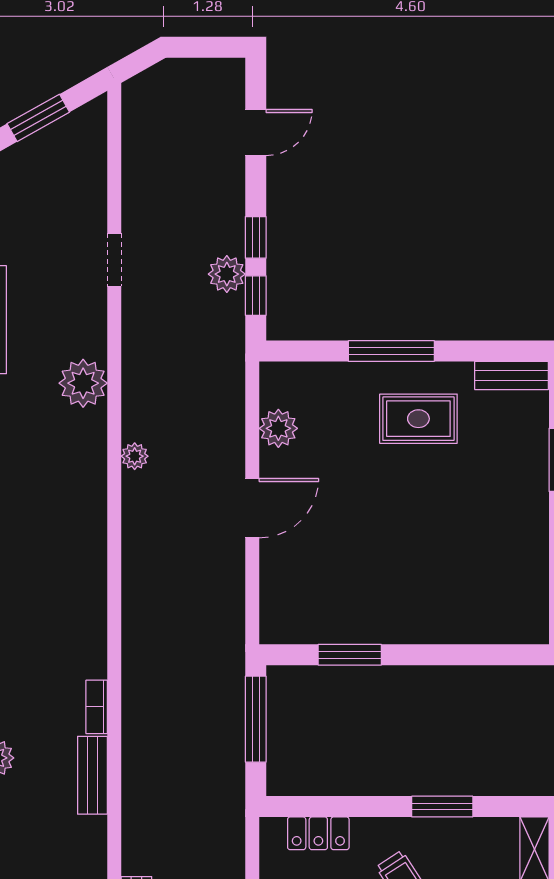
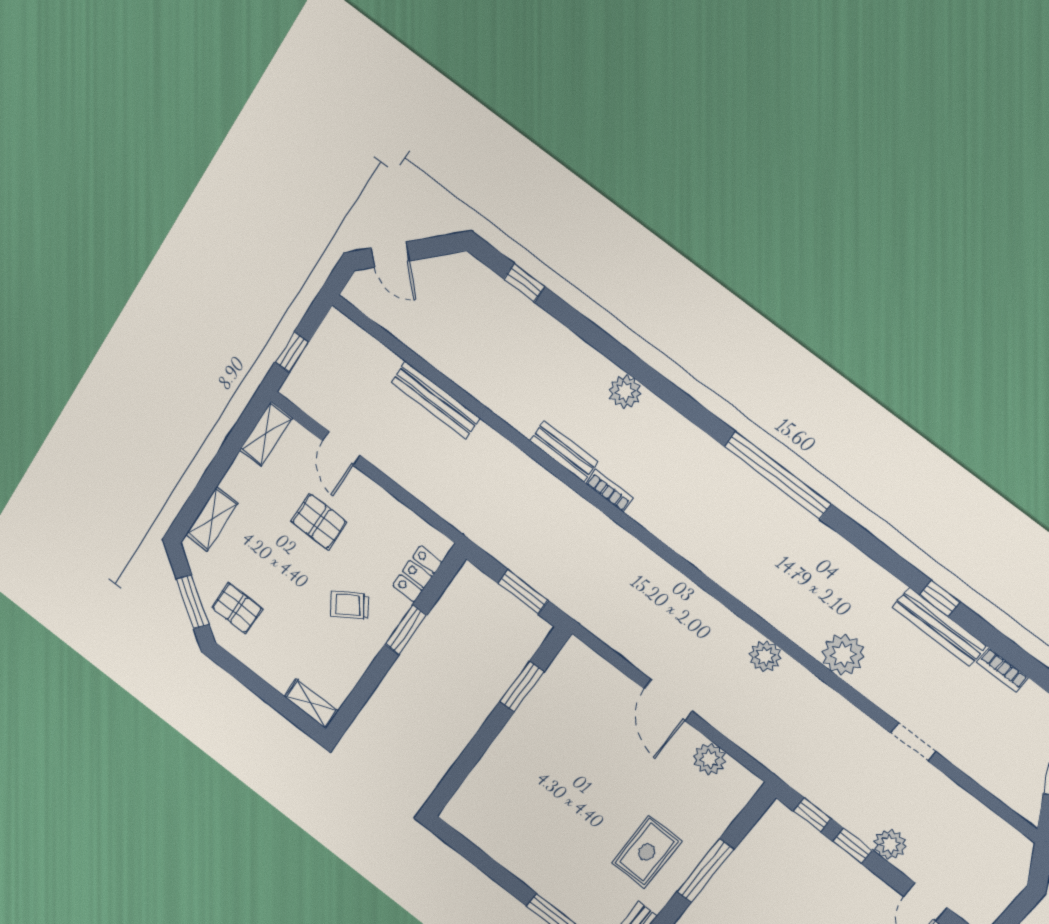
plant: (227, 274) -> (890, 844), moved
plant: (135, 456) -> (765, 656), width x1.38, depth x1.38
window: (256, 719) -> (523, 592), width x0.69
window: (442, 807) -> (406, 630), moved

